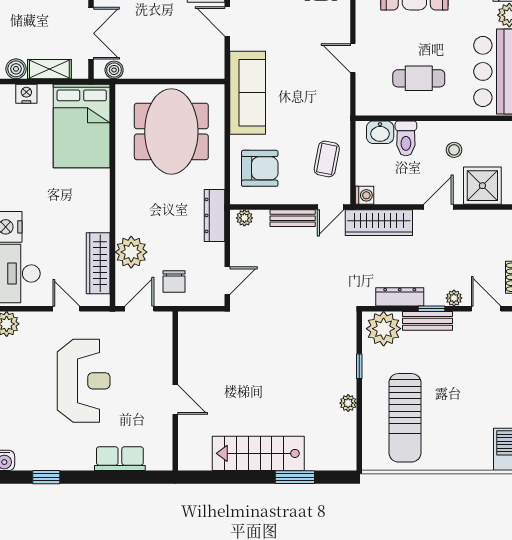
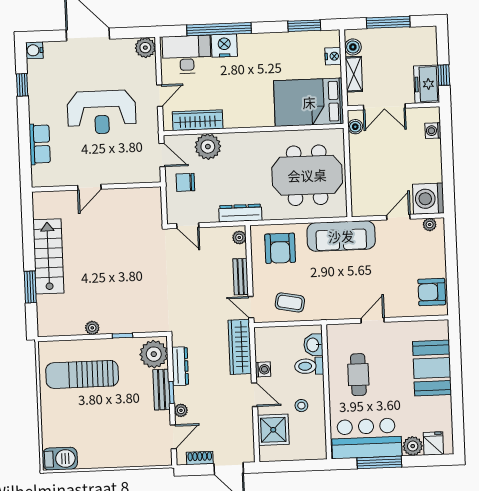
washing machine: (365, 195) -> (263, 369), moved, turned -90

